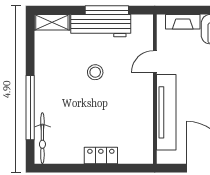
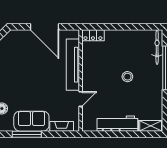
window: (107, 10) -> (113, 134), removed
stool: (95, 72) -> (127, 77), moved
locker: (101, 155) -> (93, 35), moved

